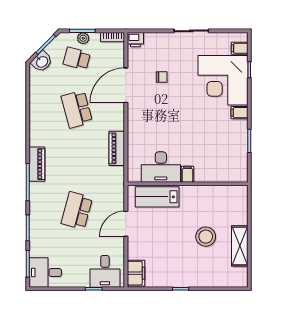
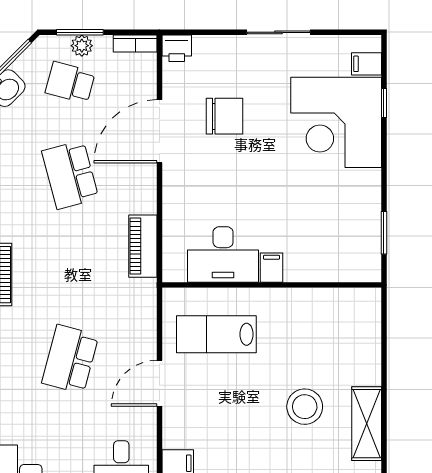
chair: (162, 77) -> (225, 116), width x1.87, depth x1.87
filing cabinet: (239, 113) -> (366, 181), removed
desk: (161, 167) -> (223, 254), moved
filing cabinet: (187, 174) -> (272, 268), moved
wall: (188, 184) -> (272, 285), moved

